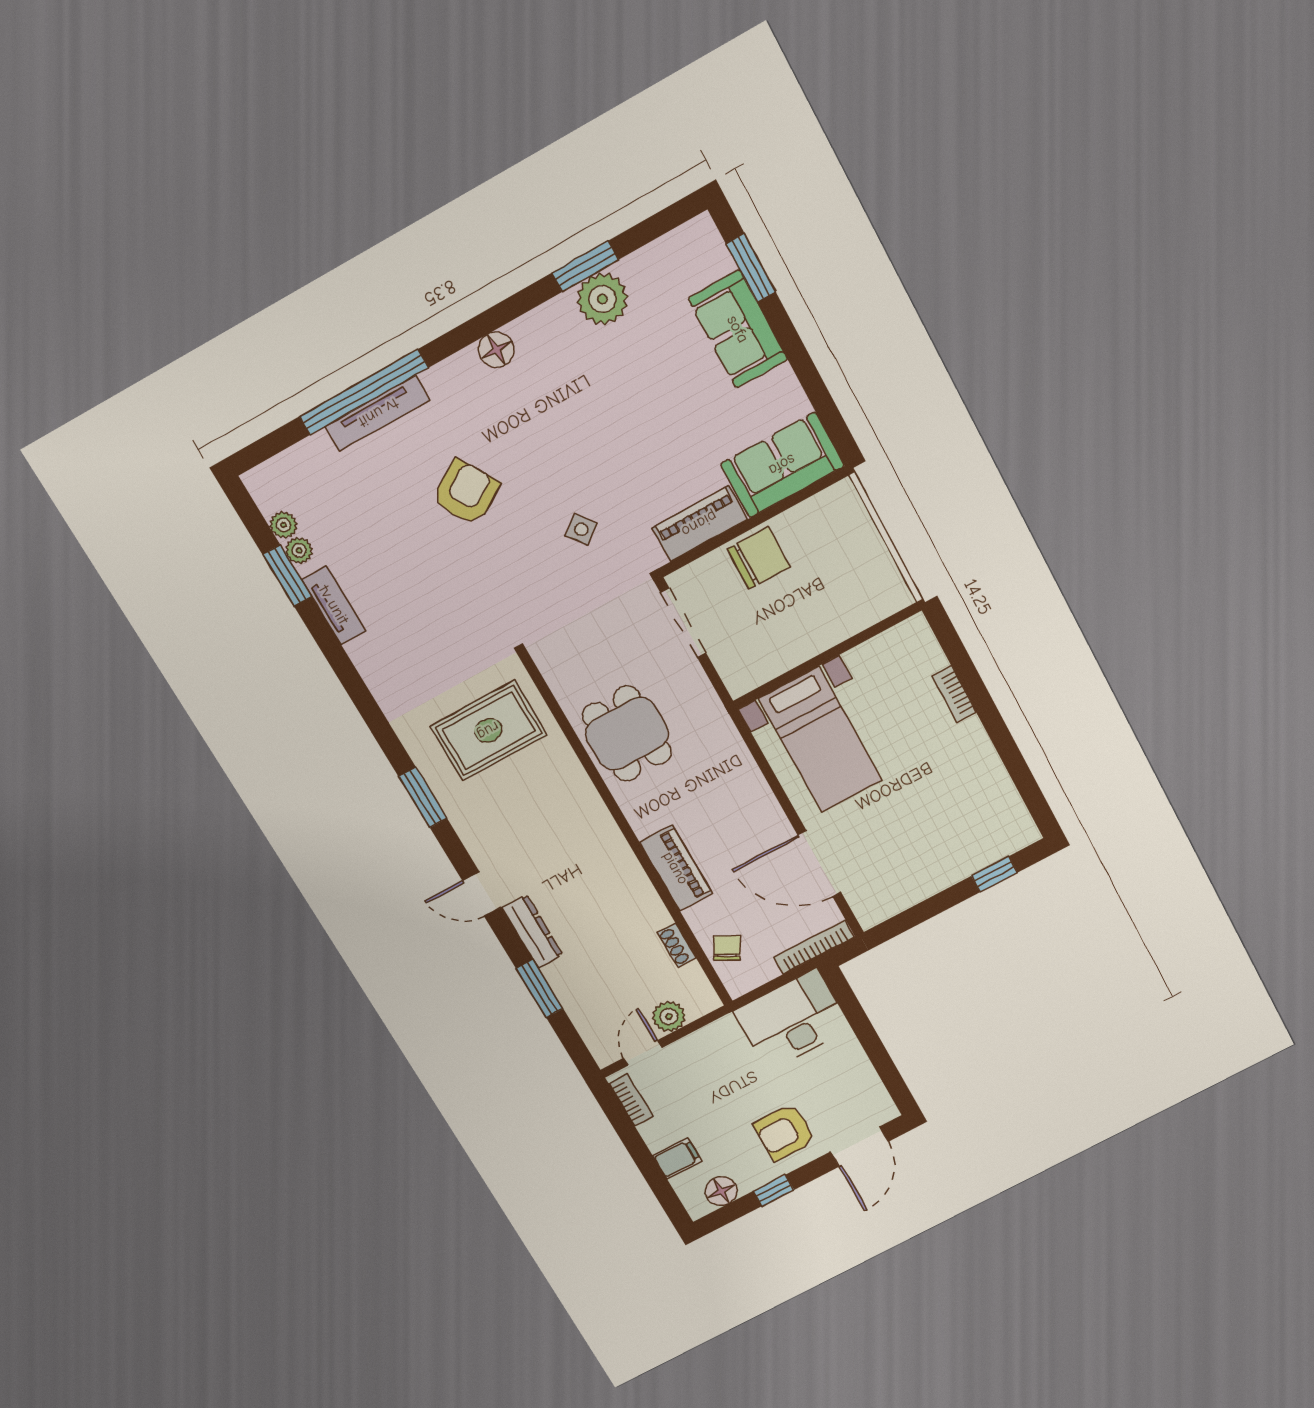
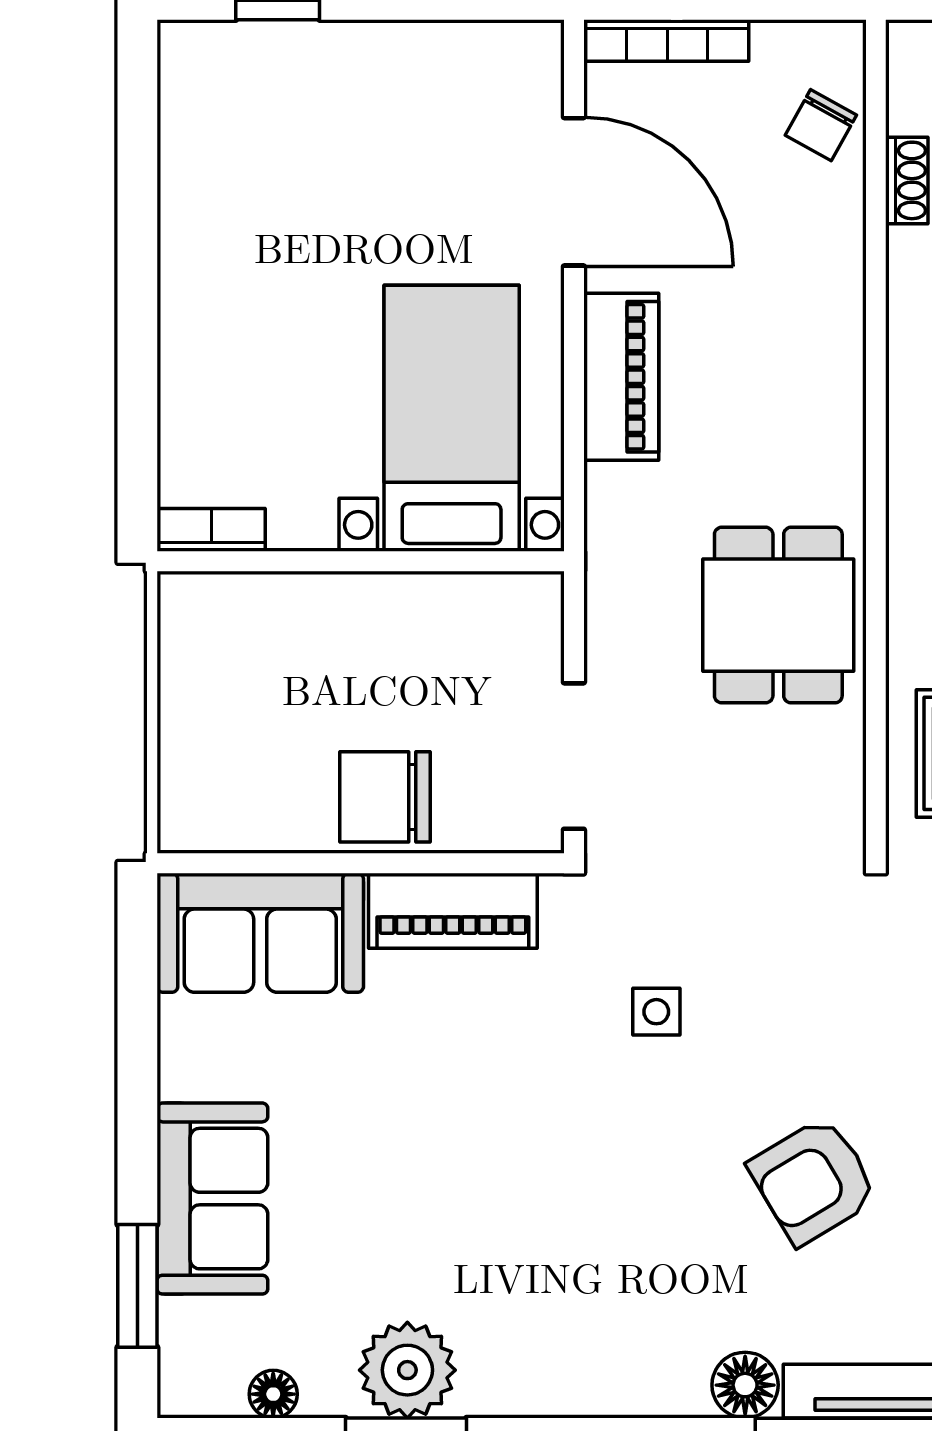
floor lamp: (659, 252) -> (273, 1394), added
floor lamp: (496, 350) -> (745, 1385), moved
side table: (581, 529) -> (656, 1012), turned 38
bookcase: (954, 694) -> (211, 530), moved, turned -90
piano: (676, 868) -> (621, 377), moved, turned 180

